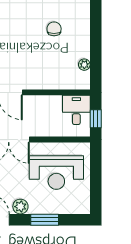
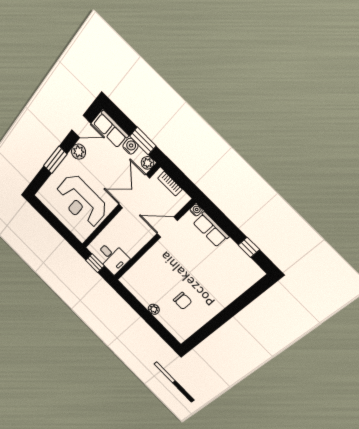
plant: (84, 65) -> (154, 309), moved
reception desk: (56, 173) -> (81, 201), turned -90

